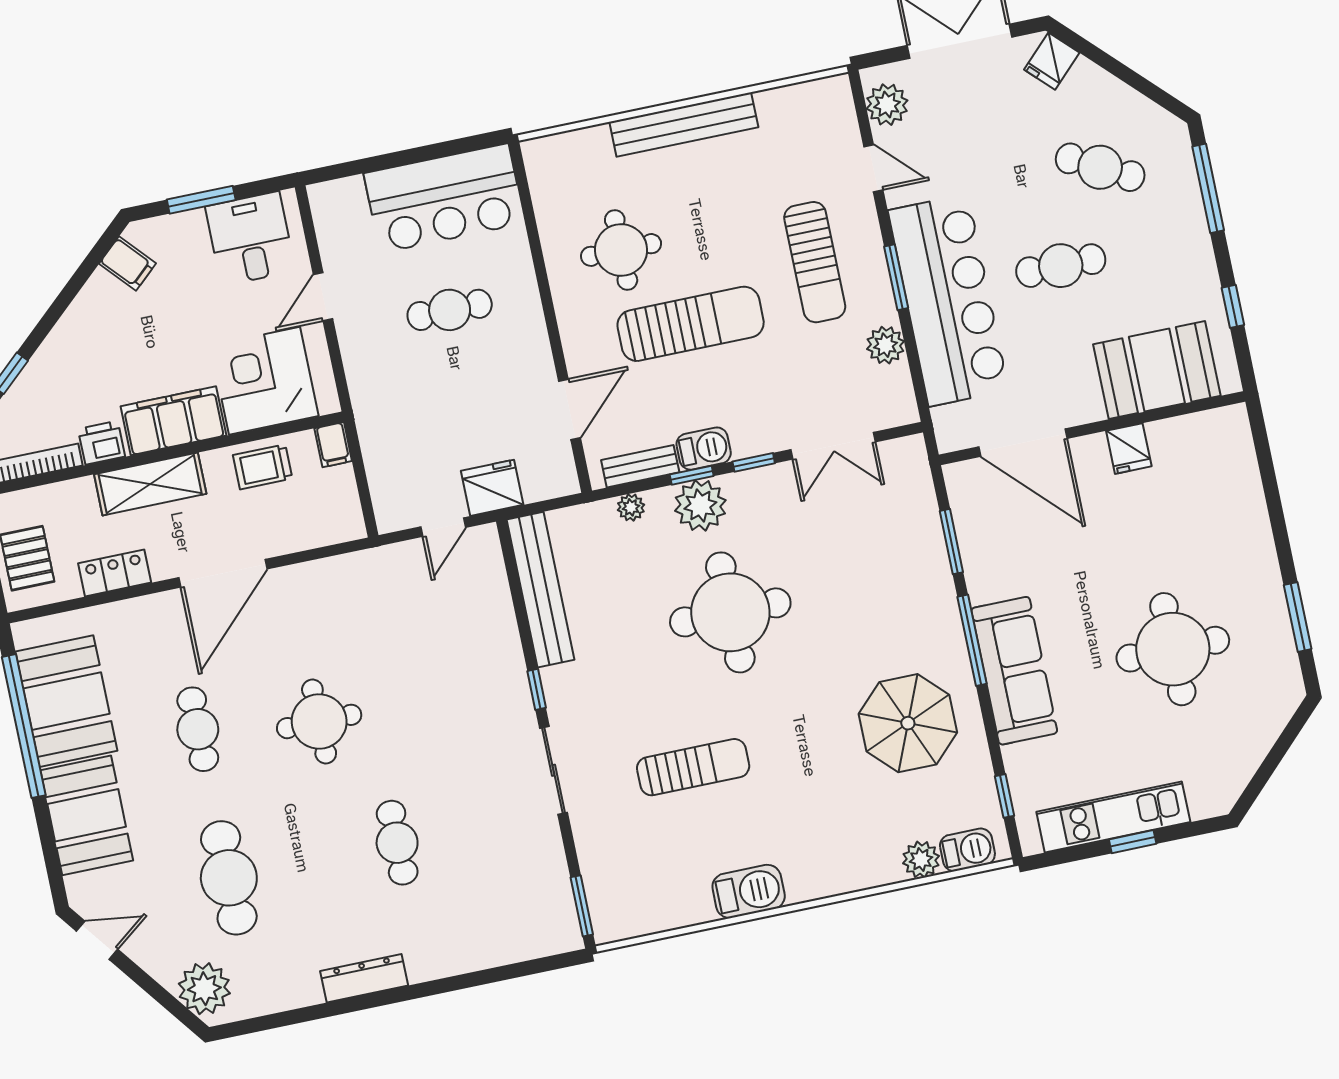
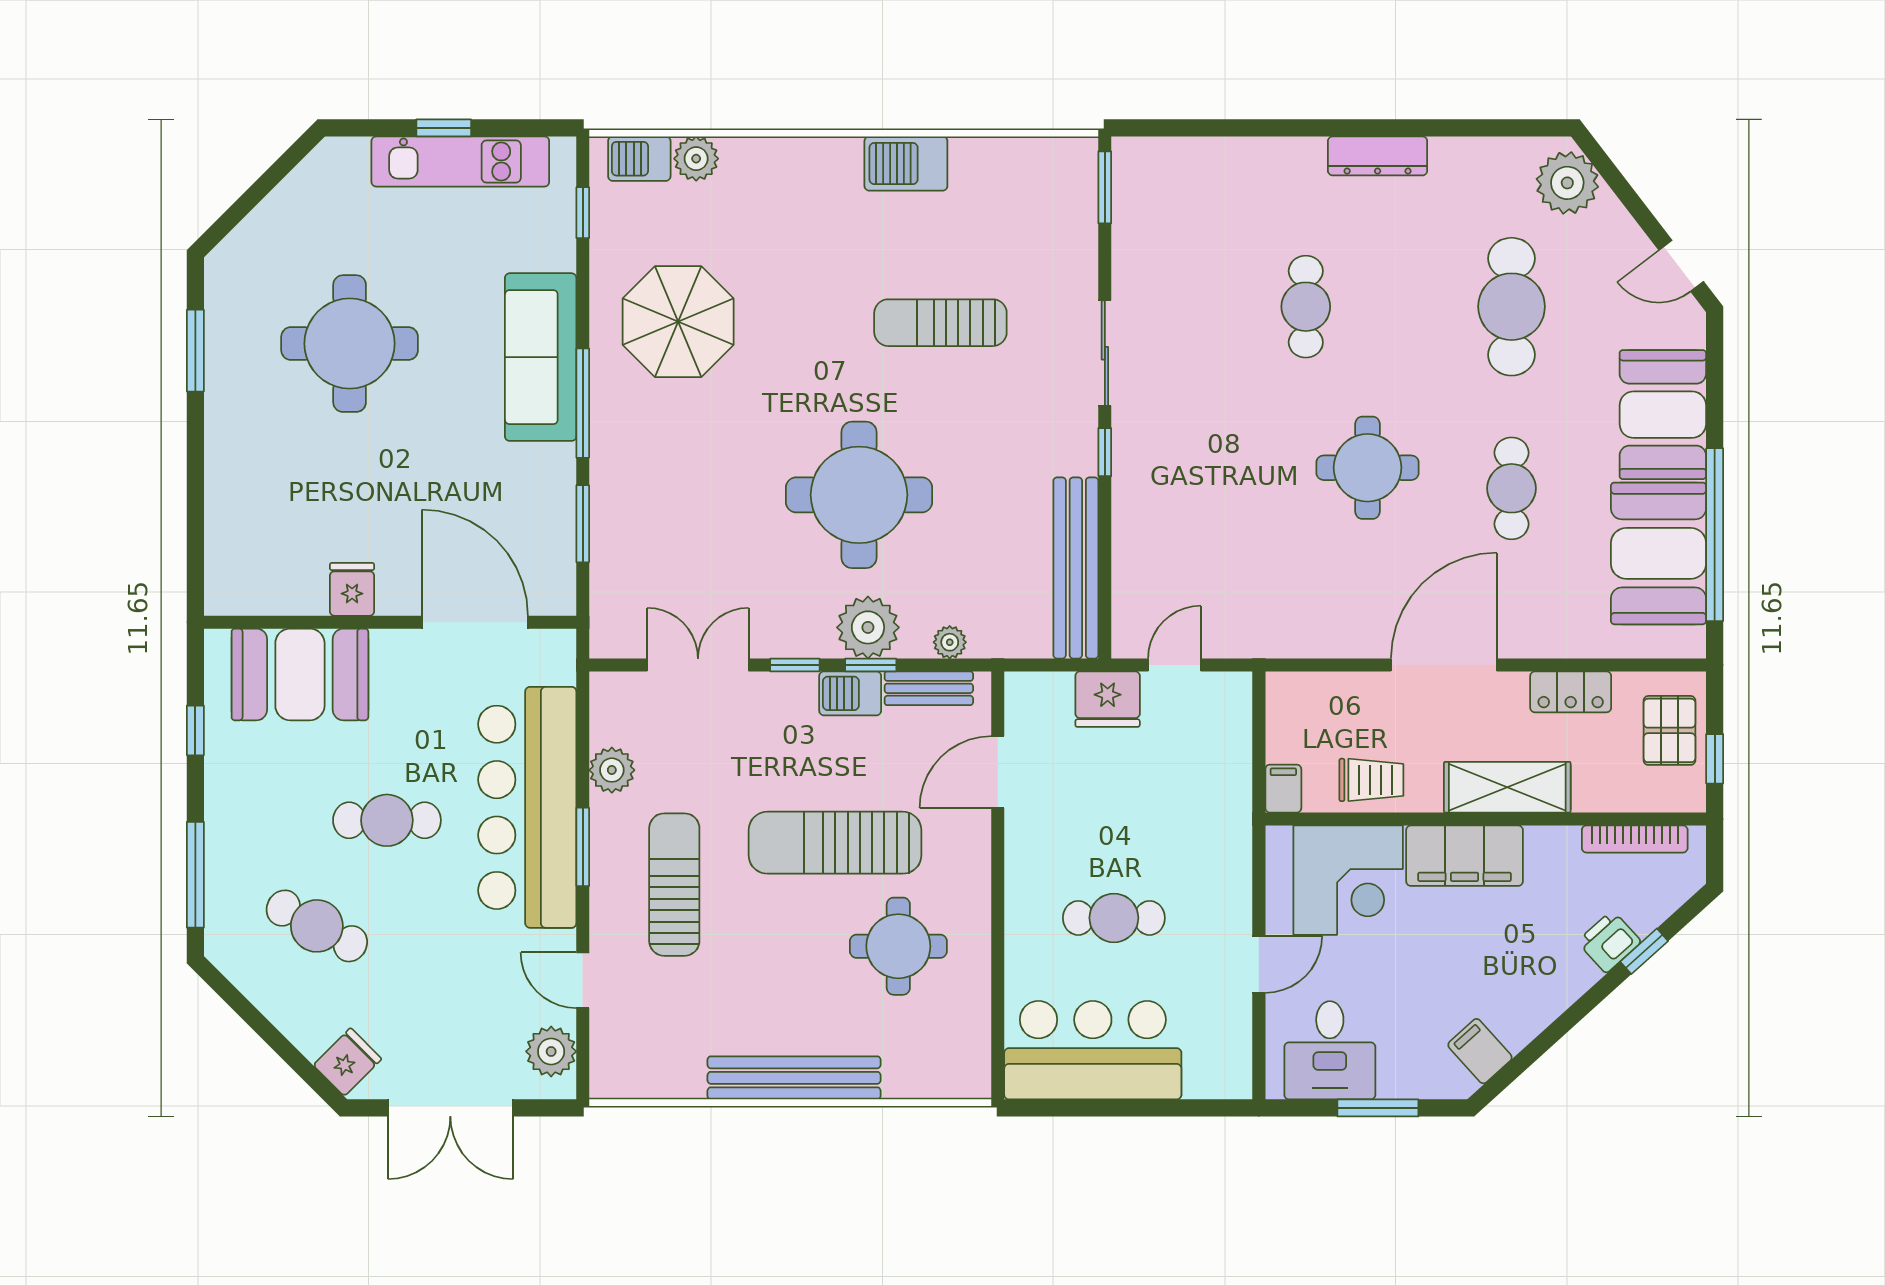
printer: (102, 443) -> (1609, 942), moved, turned 138

